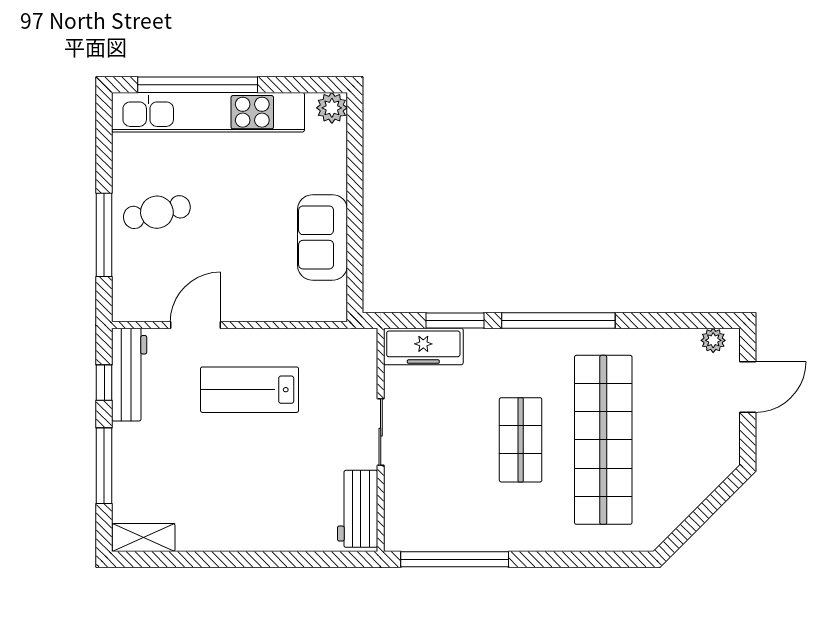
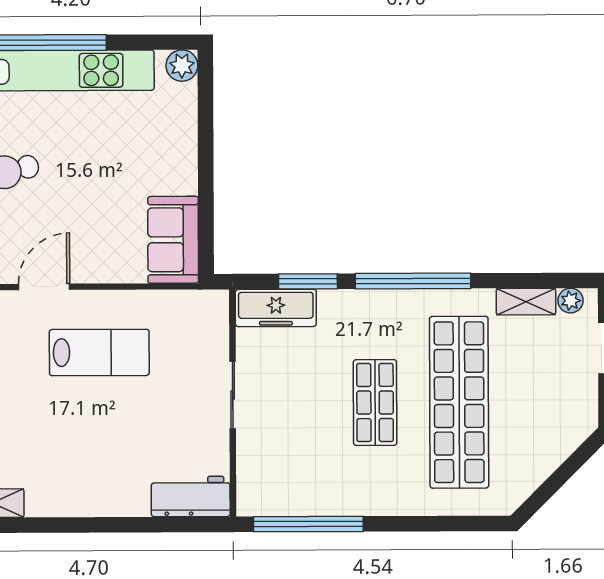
sofa: (323, 237) -> (173, 240), moved
shelving: (669, 341) -> (526, 302), added
lab bench: (250, 390) -> (99, 352), turned 180
workbench: (358, 509) -> (191, 497), moved, turned 90

